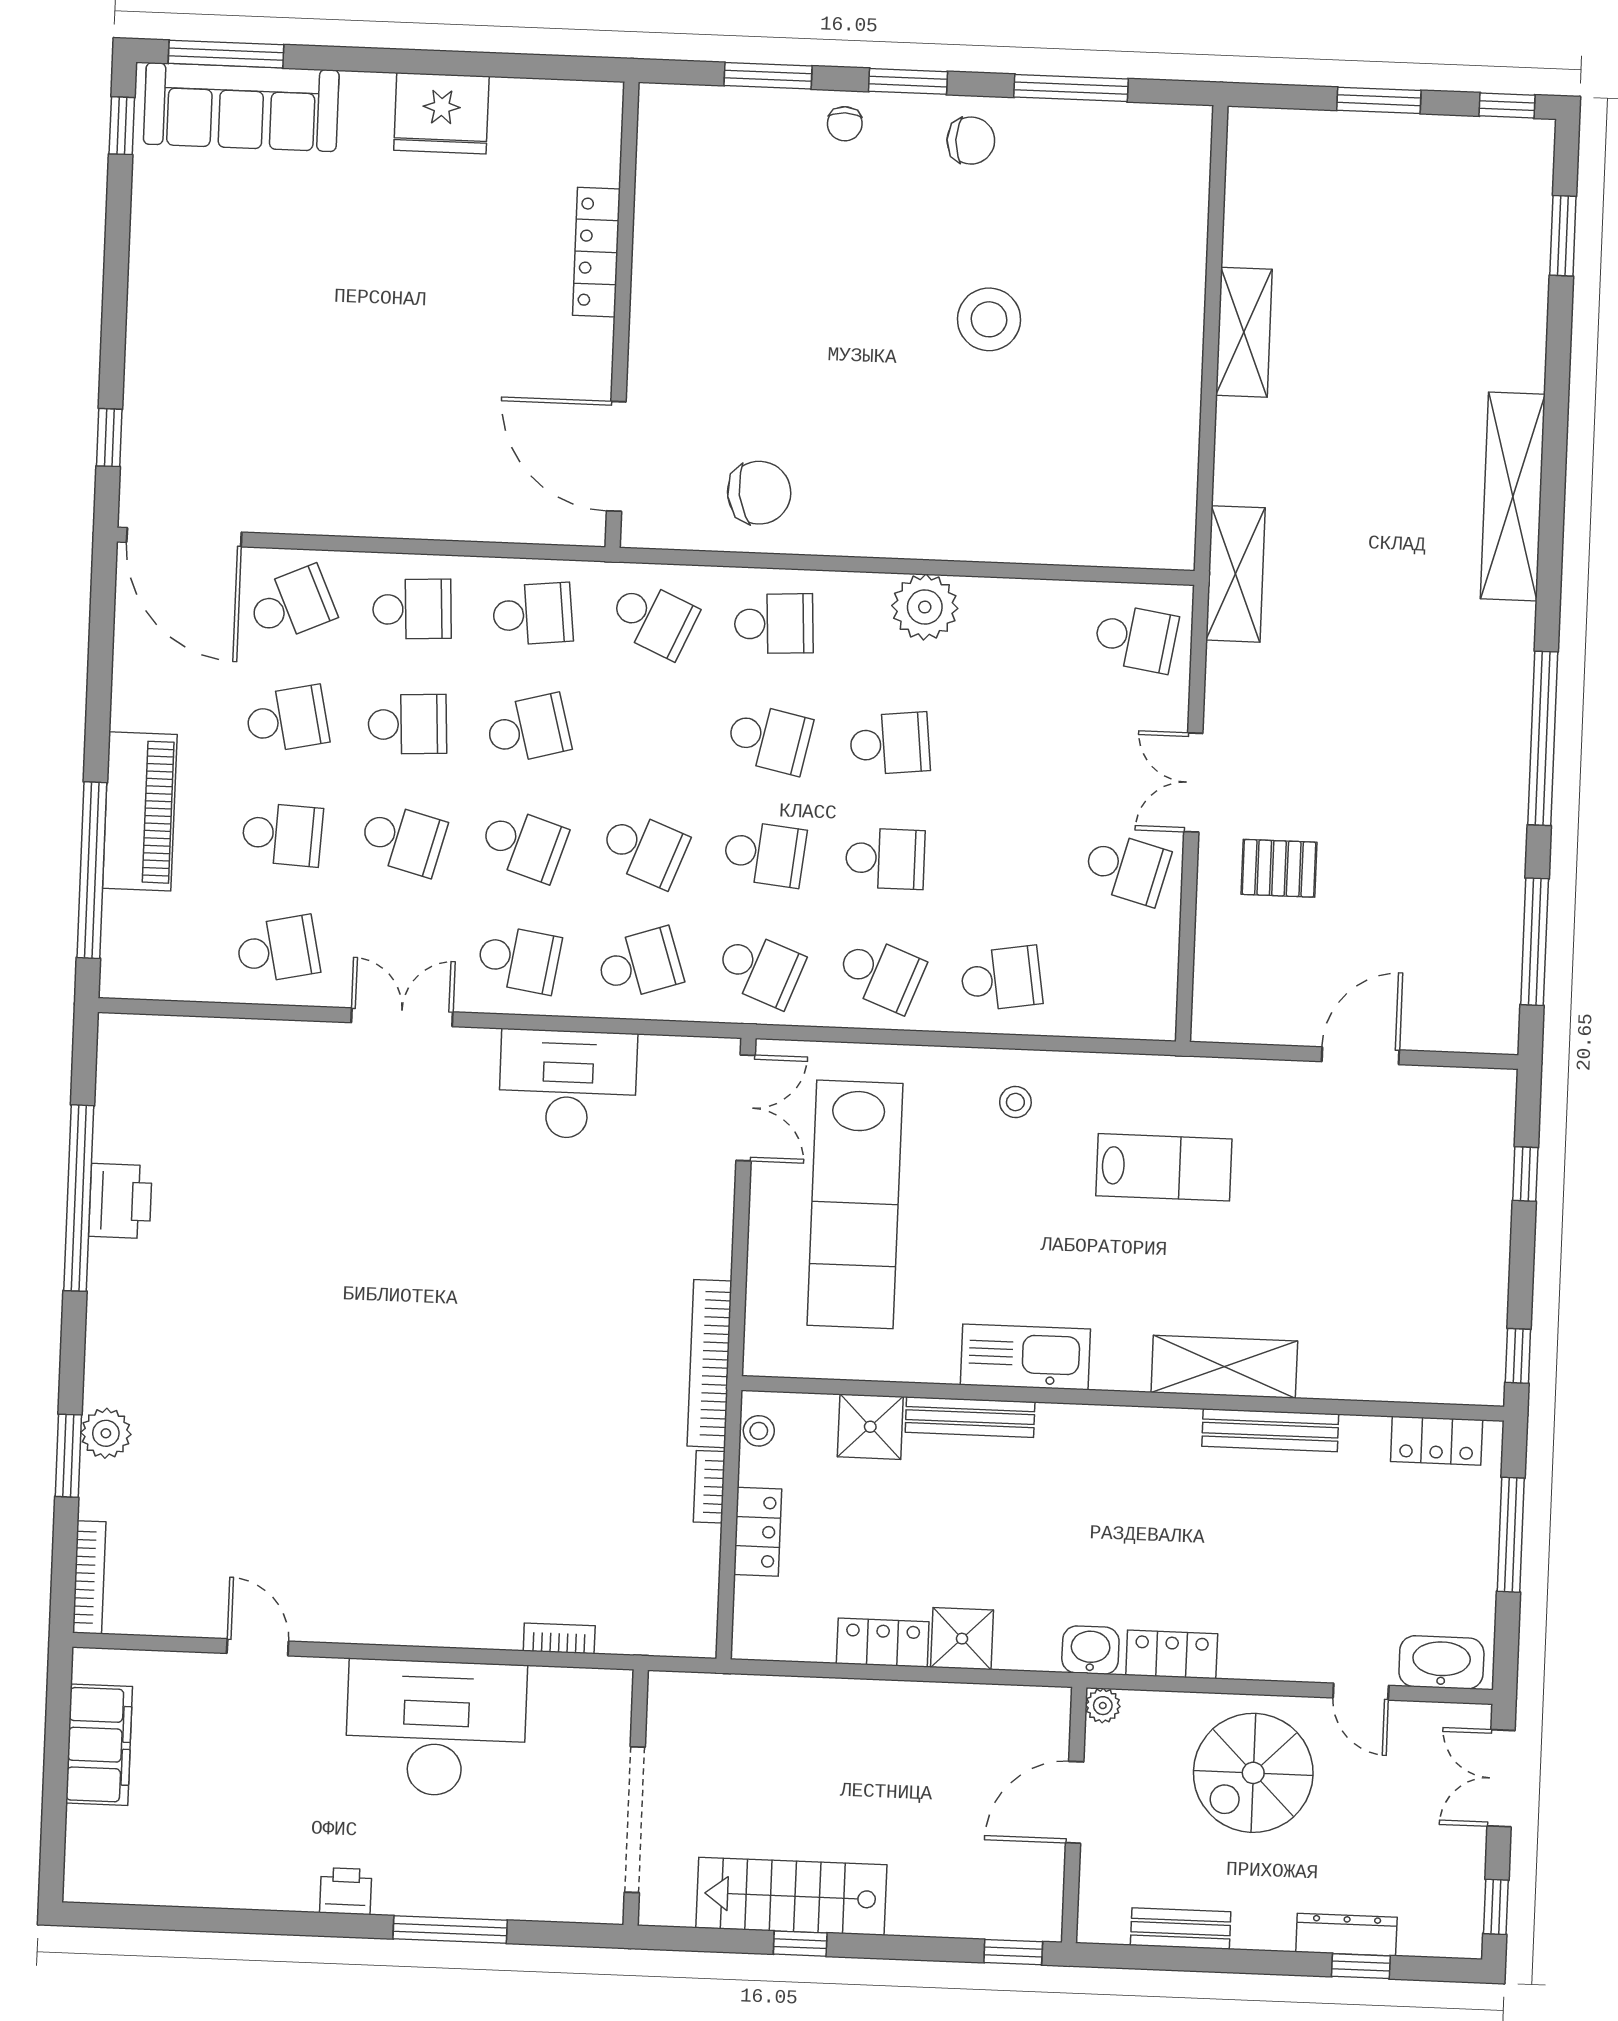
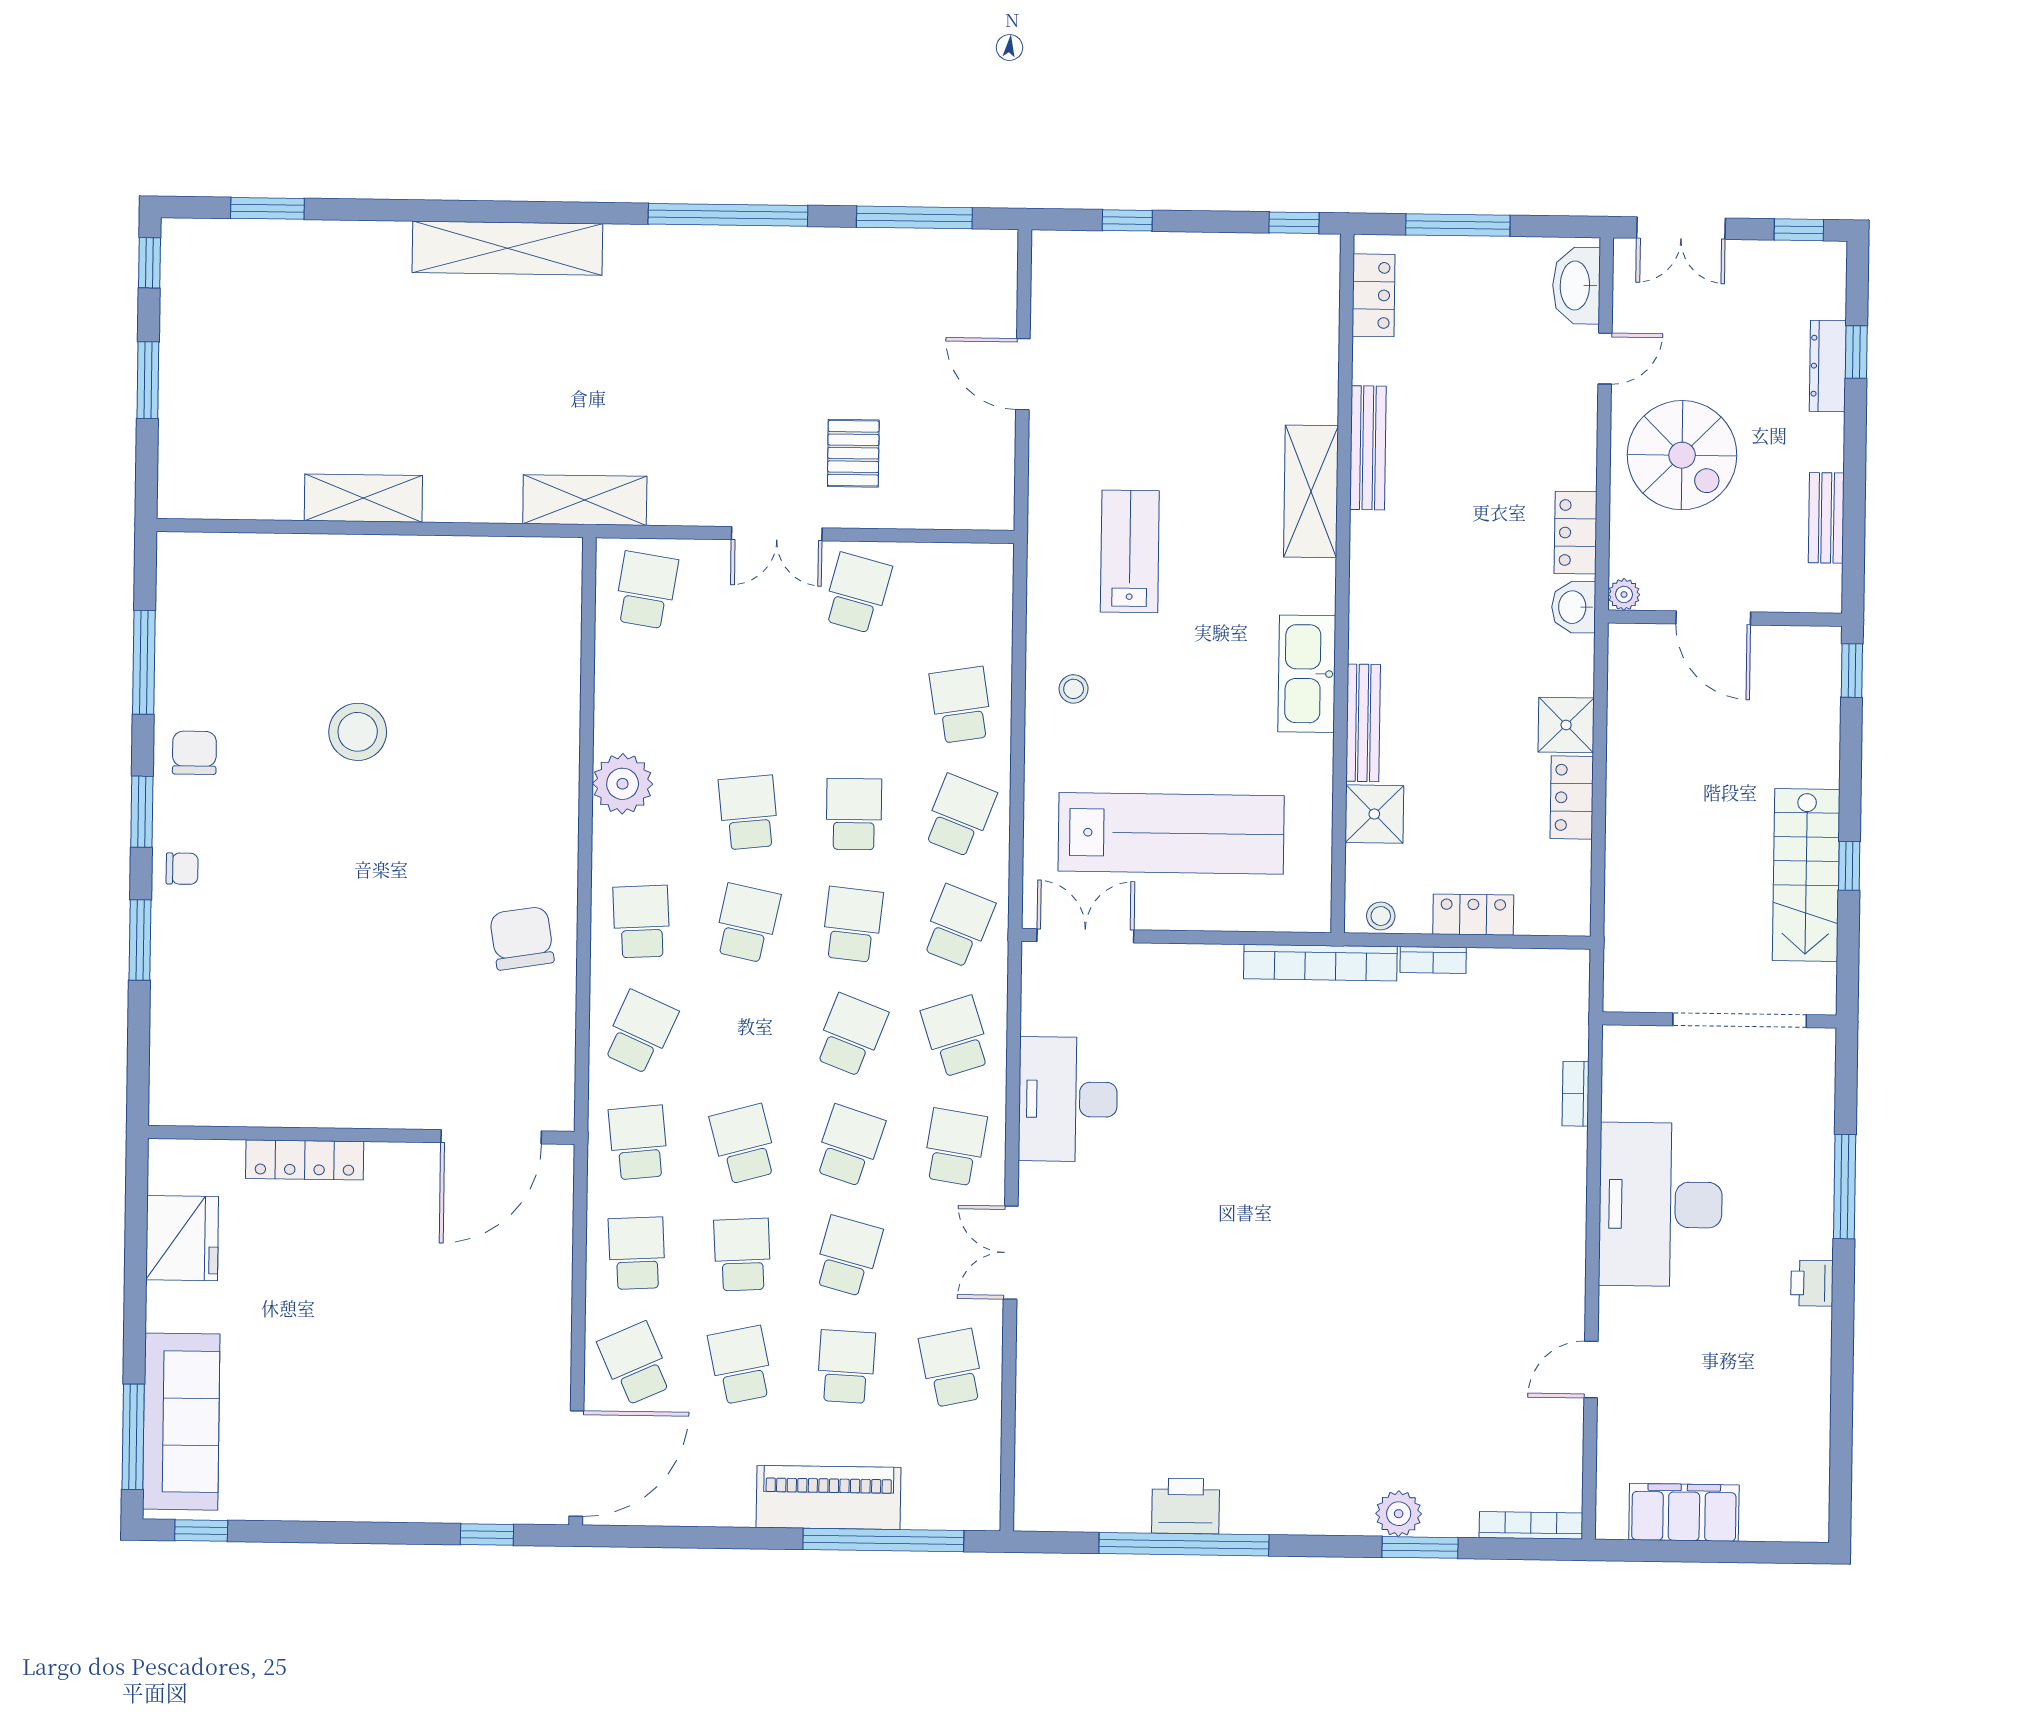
locker: (596, 252) -> (305, 1160), moved
wall: (622, 315) -> (361, 1135), moved
door: (616, 456) -> (491, 1137), moved

